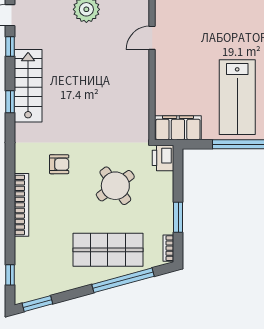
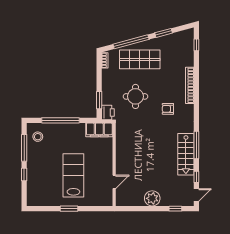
lab bench: (237, 97) -> (73, 175), moved
window: (10, 102) -> (196, 145), width x2.17
round table: (115, 186) -> (135, 96), turned 36
window: (178, 217) -> (99, 100), moved
window: (37, 304) -> (164, 33), moved

